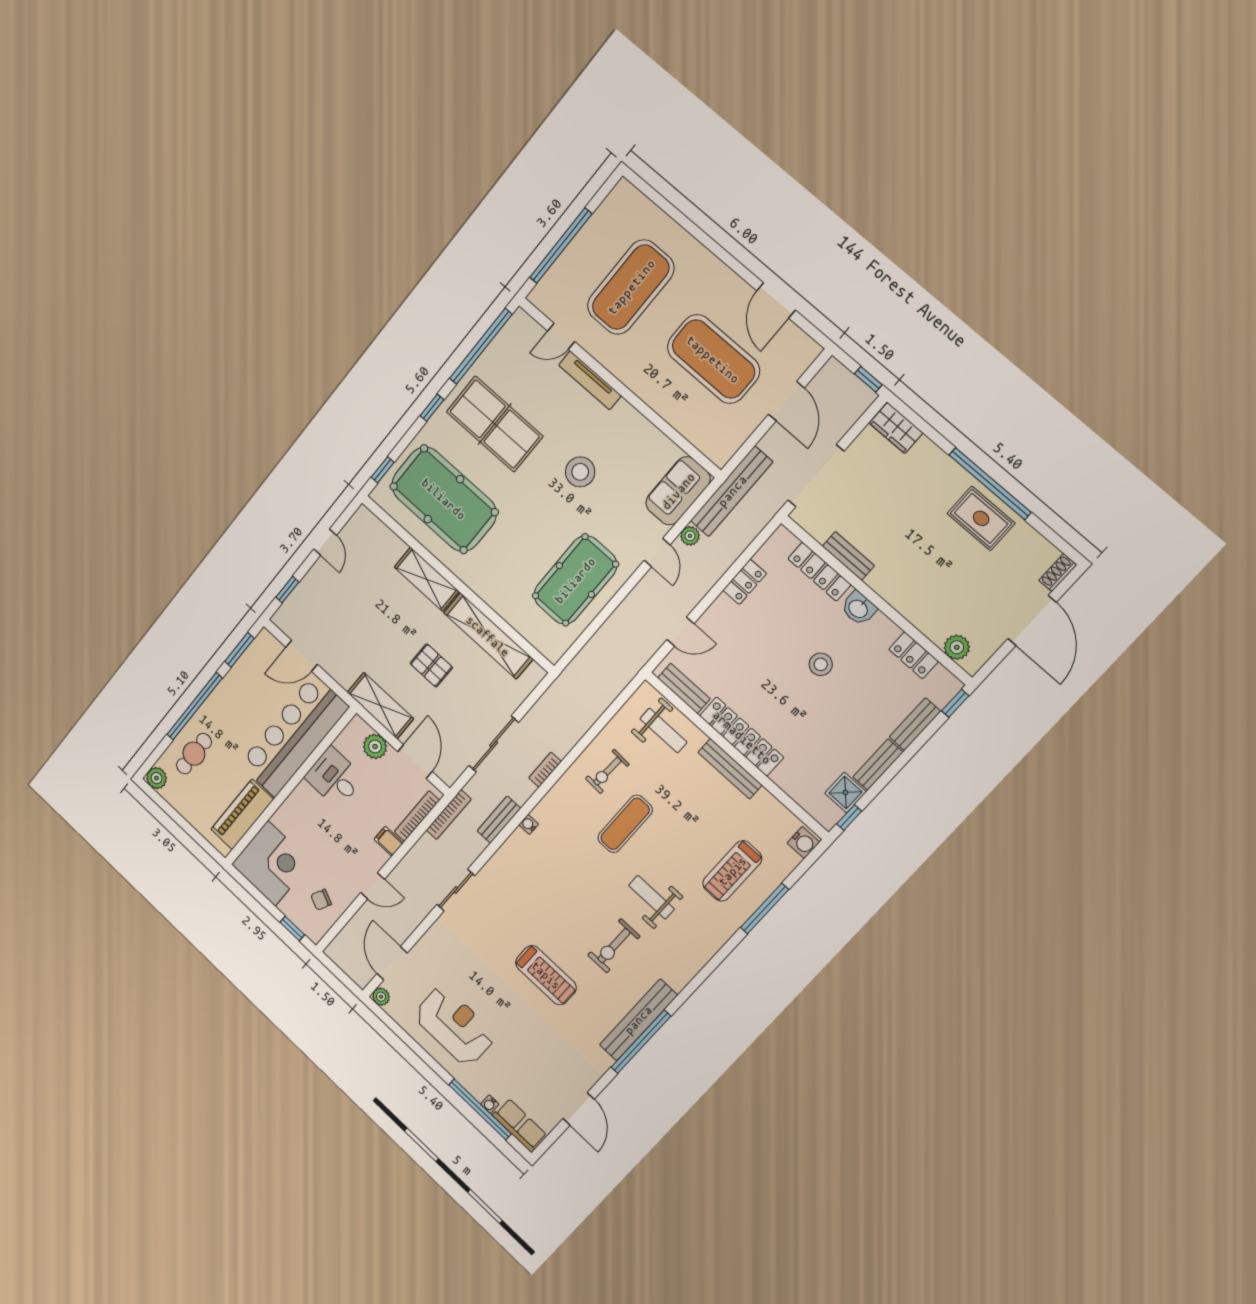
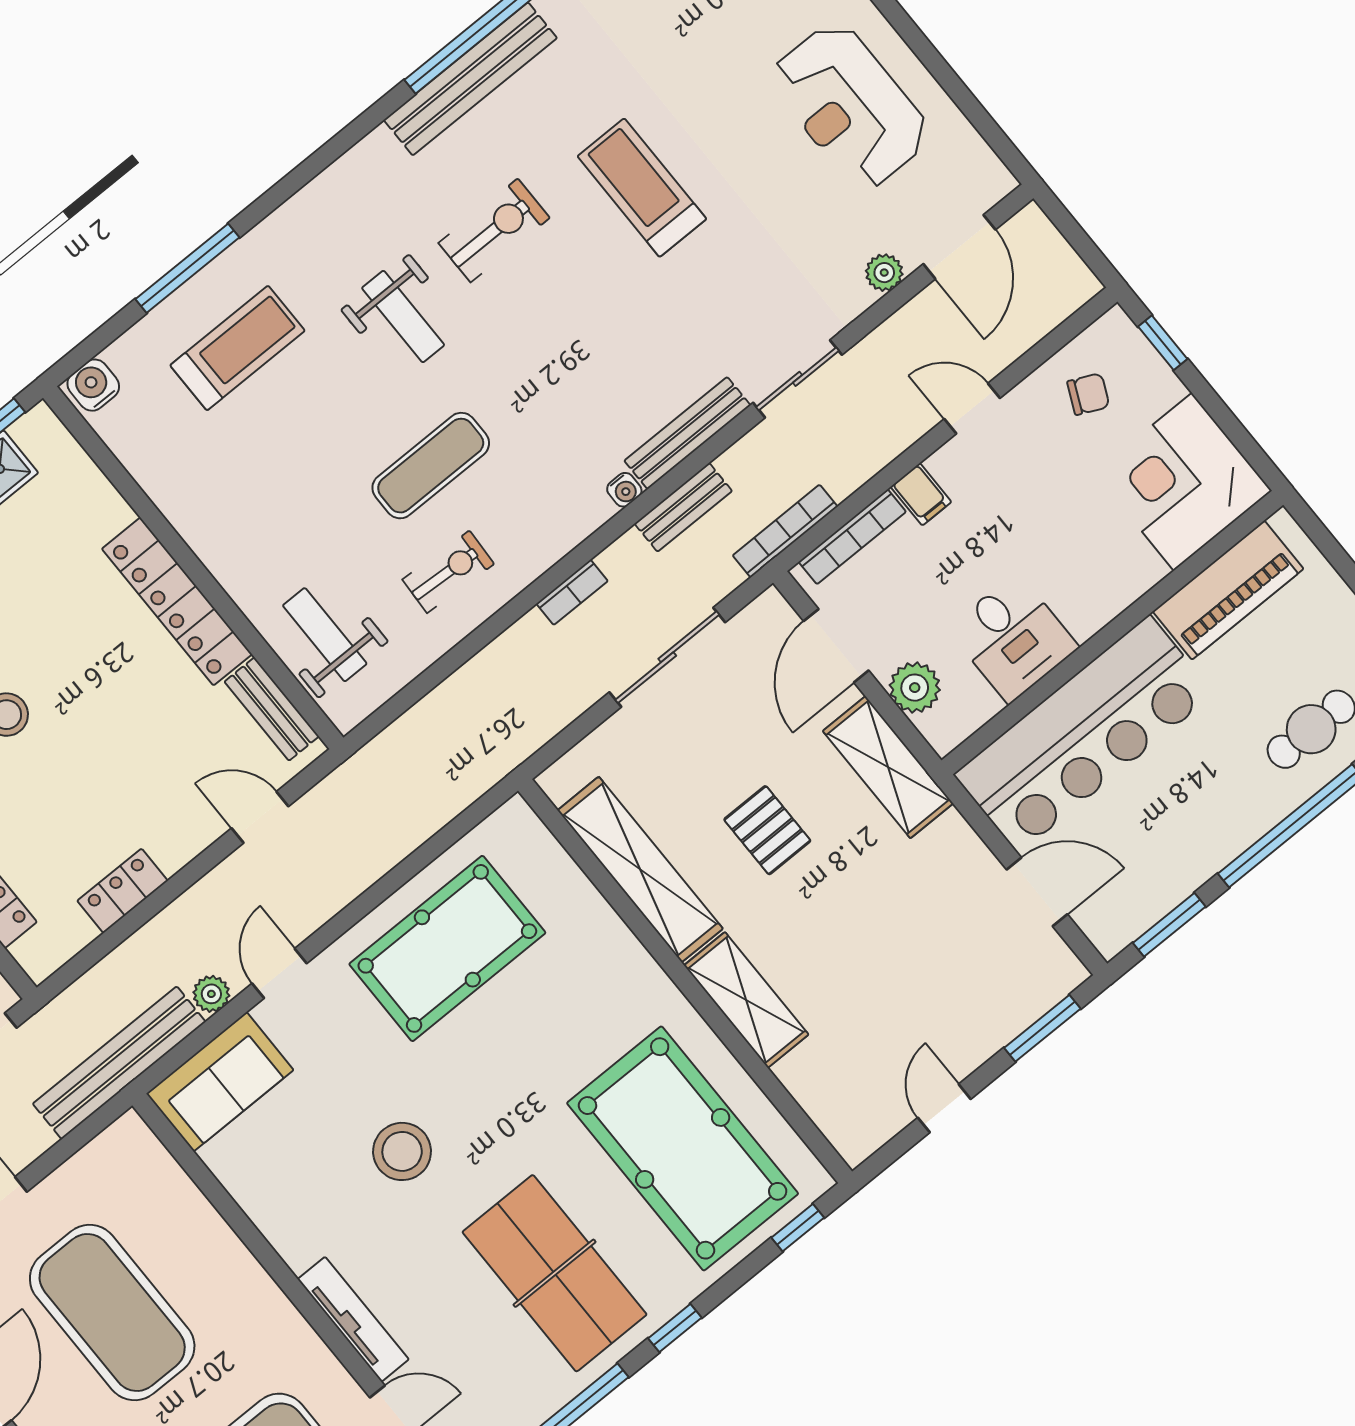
window: (287, 590) -> (1042, 1028), width x1.50
bench: (730, 769) -> (687, 433), moved, turned 90
plant: (381, 997) -> (884, 273), moved

